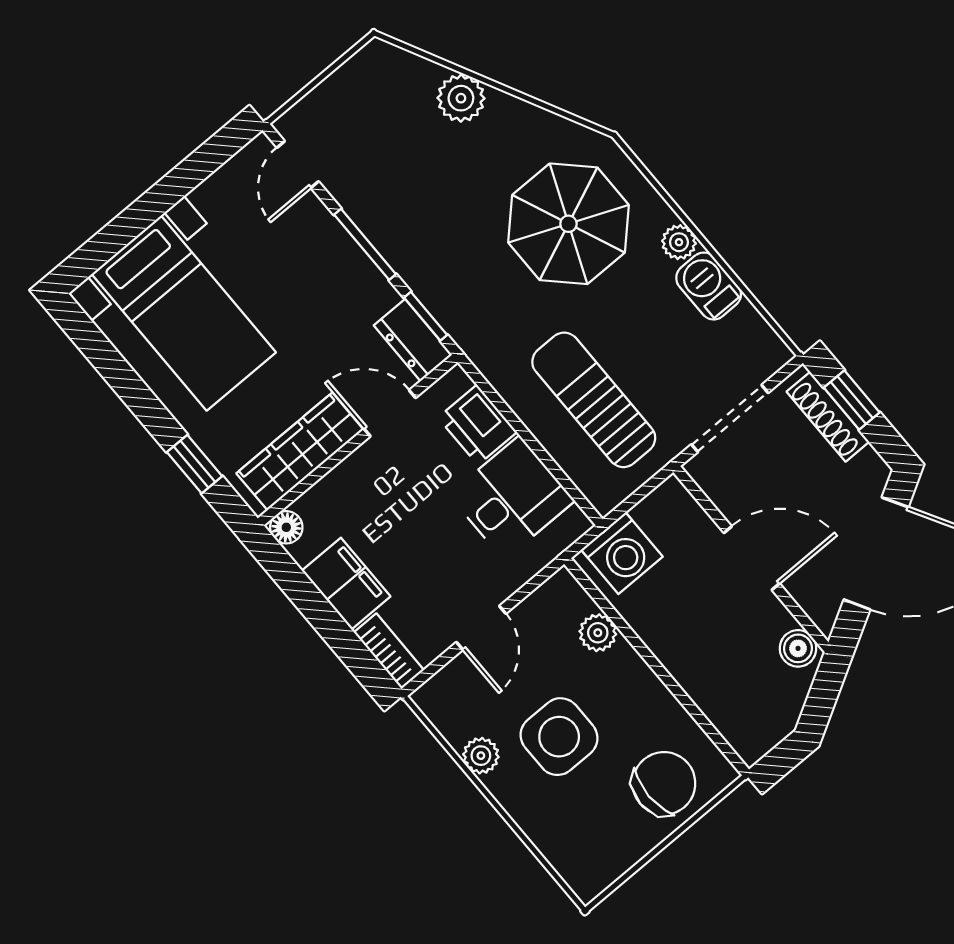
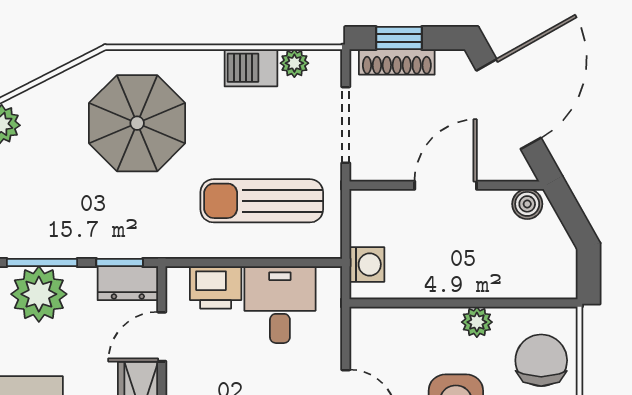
plant: (679, 242) -> (294, 63), moved
plant: (333, 266) -> (39, 294), added
washing machine: (622, 553) -> (367, 264), width x0.73, depth x0.73
plant: (598, 633) -> (477, 322), moved

